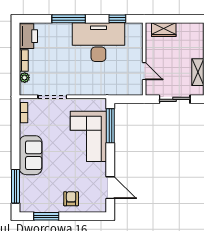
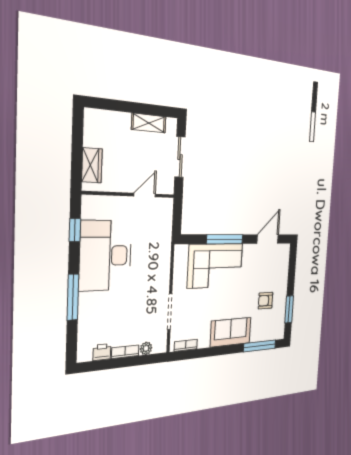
printer: (28, 36) -> (102, 352), width x0.53, depth x0.68
window: (110, 126) -> (225, 239), moved
armchair: (71, 199) -> (265, 301), moved

